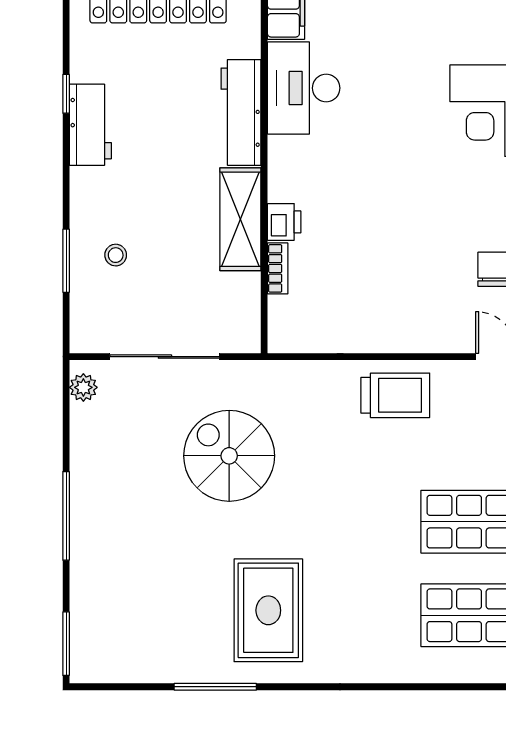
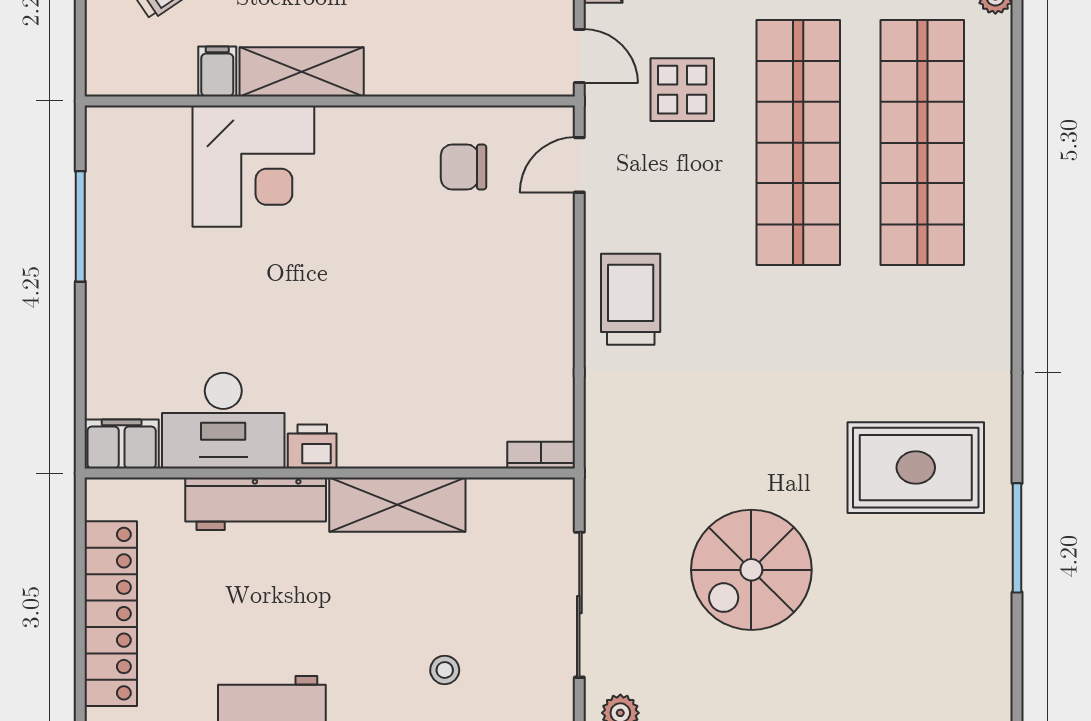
printer: (284, 222) -> (312, 447), moved
bookcase: (278, 268) -> (541, 455), moved
spiral stairs: (229, 456) -> (751, 570), moved

